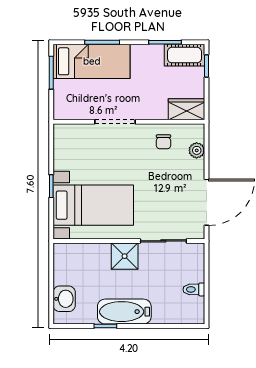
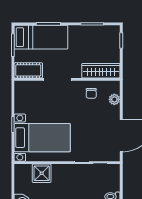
cot: (184, 55) -> (28, 70), moved
wardrobe: (186, 109) -> (101, 71), width x1.50
shower: (125, 256) -> (42, 173), moved

